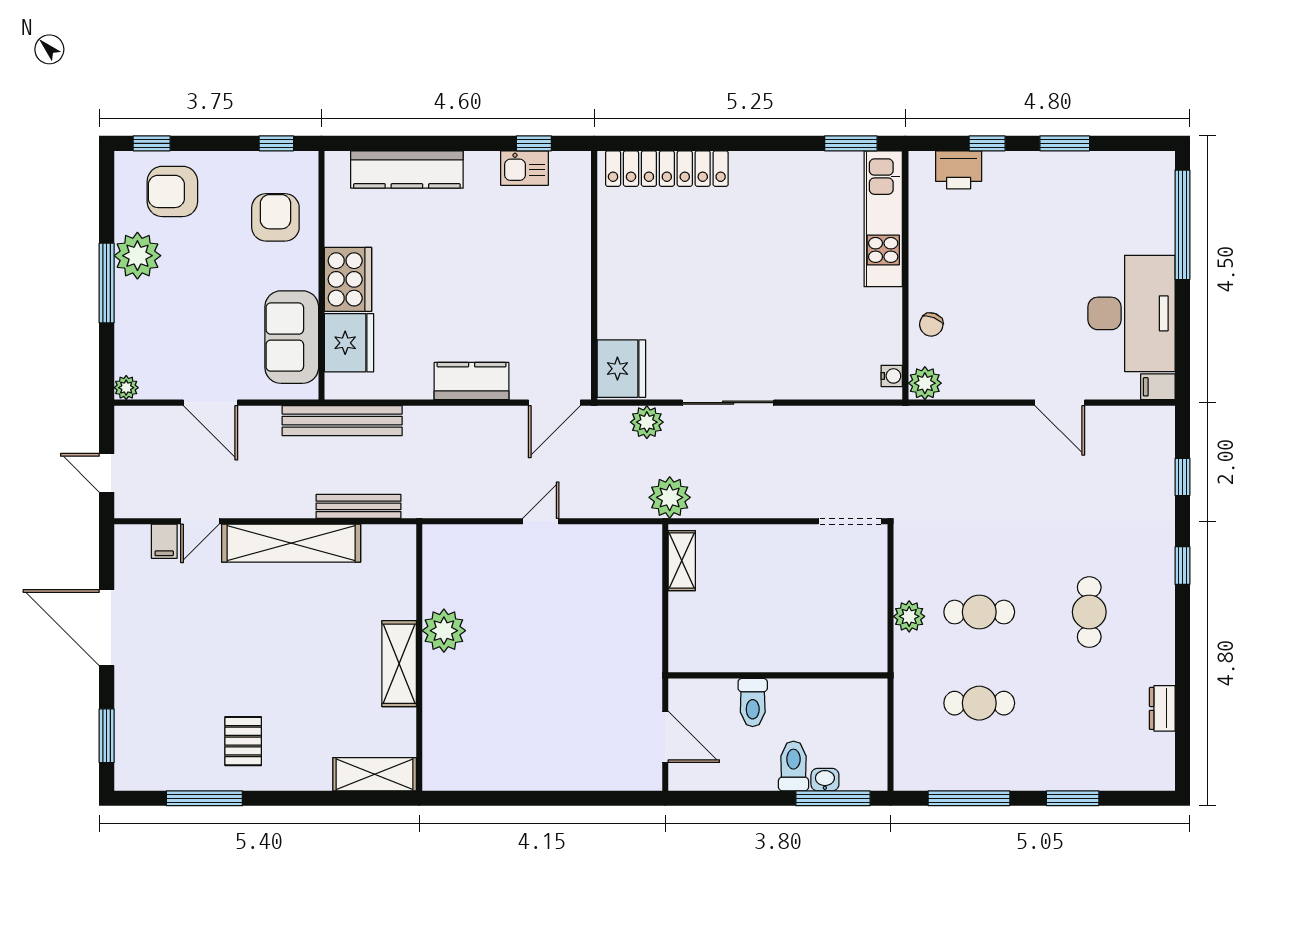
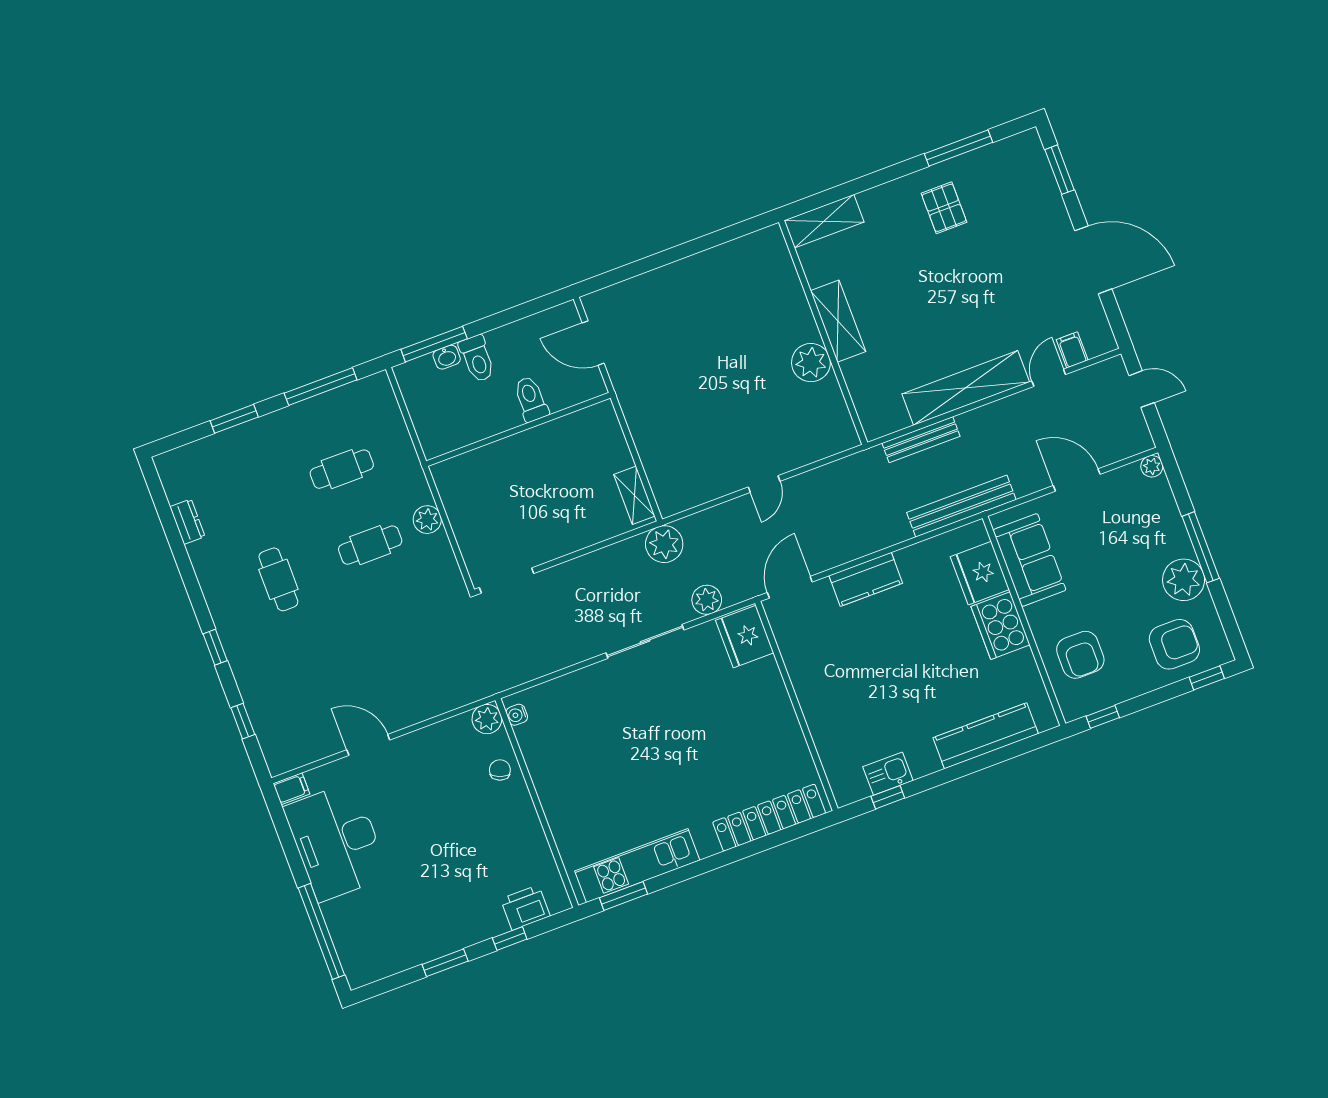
kitchen unit: (883, 219) -> (637, 866), moved, turned -90

